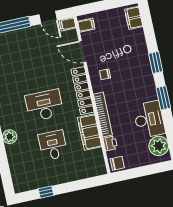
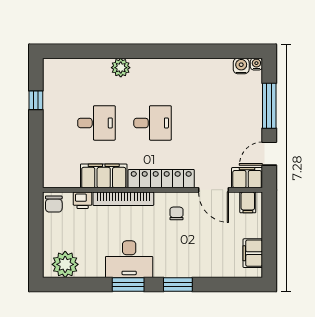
filing cabinet: (134, 18) -> (253, 253), moved, turned -90
filing cabinet: (67, 24) -> (247, 178), width x2.00
door: (83, 52) -> (214, 190), swing flipped
desk: (44, 105) -> (153, 123), width x0.73
desk: (149, 119) -> (129, 259), moved

